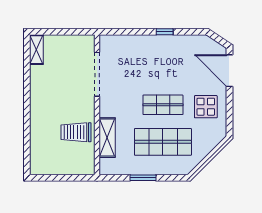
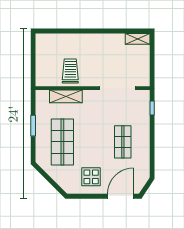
window: (165, 32) -> (152, 108), moved
shop shelf: (163, 105) -> (123, 142), moved

